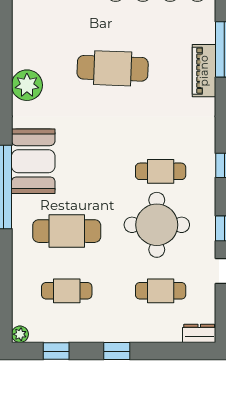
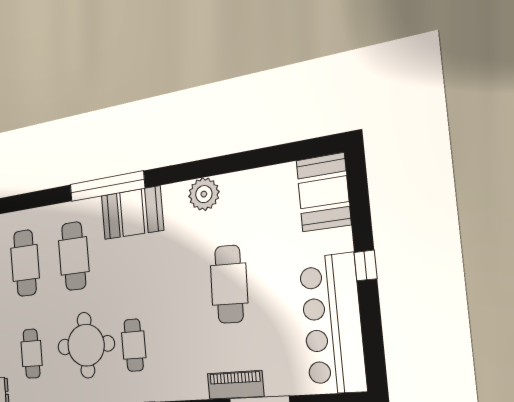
cafe table: (67, 291) -> (25, 263), width x1.37, depth x1.35

